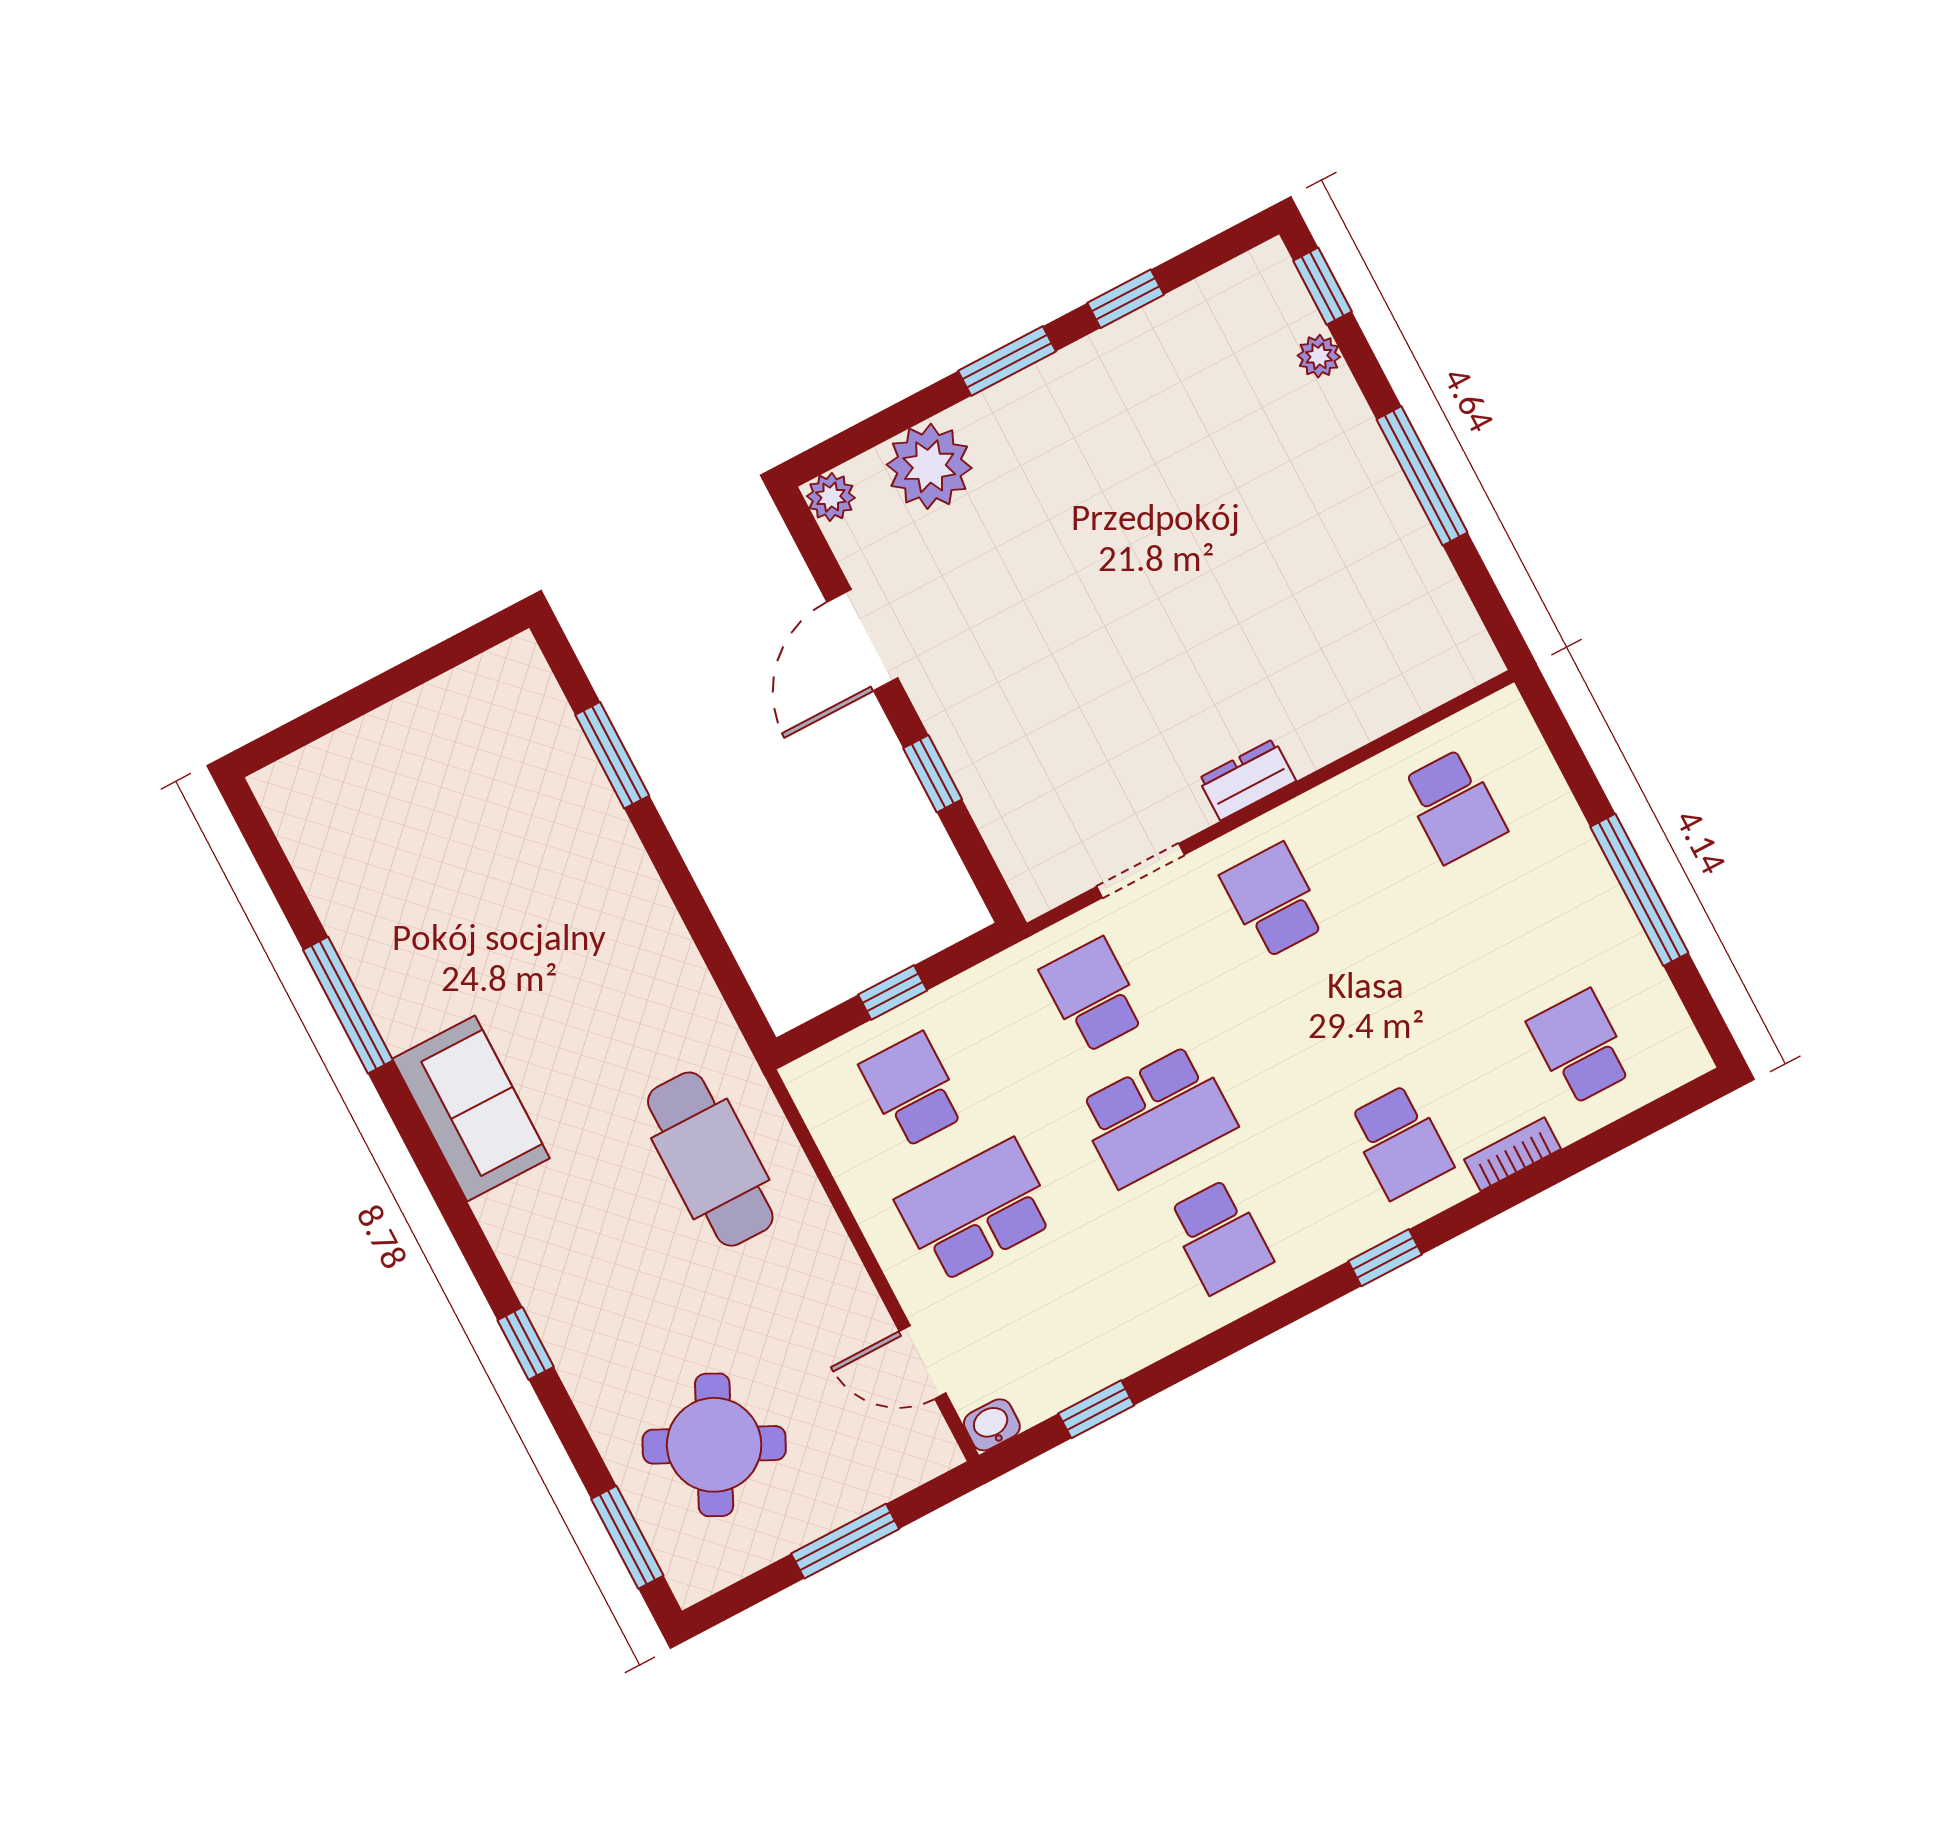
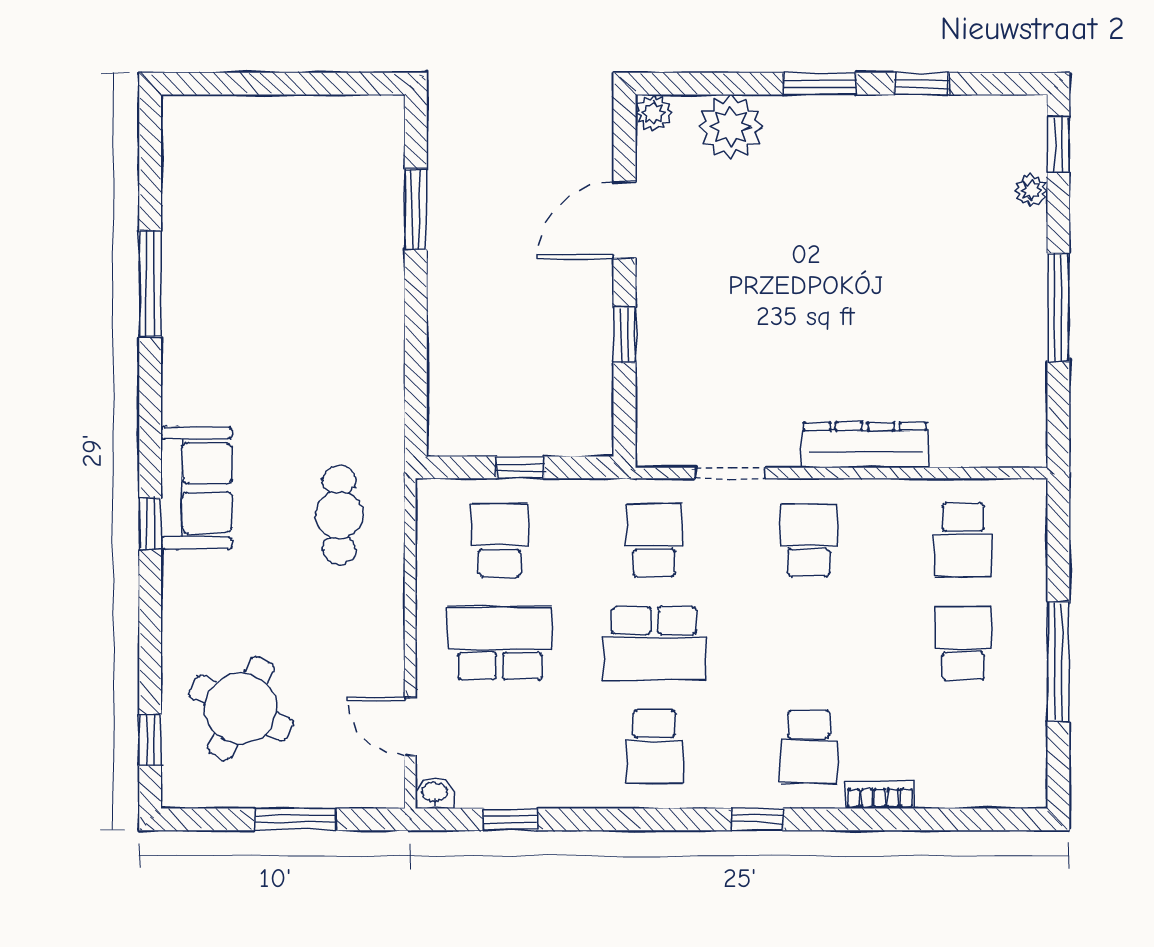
dresser: (1247, 780) -> (865, 445), width x1.96, depth x1.24
school desk: (1580, 1047) -> (963, 643), moved
sofa: (471, 1109) -> (196, 488), moved
cafe table: (710, 1159) -> (339, 515), width x0.73, depth x0.74
window: (526, 1343) -> (150, 524), moved
window: (627, 1537) -> (150, 740), width x0.67

